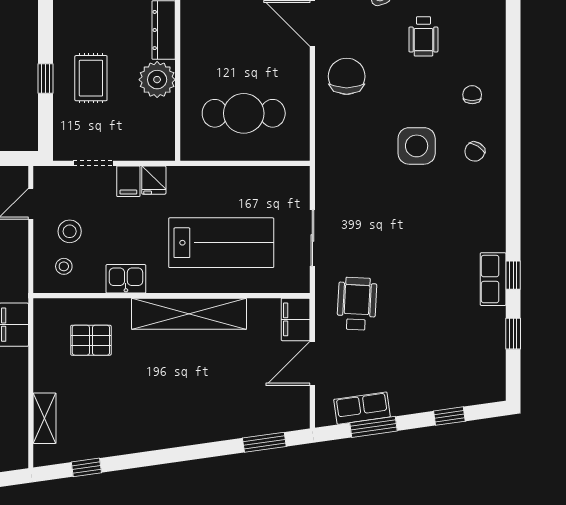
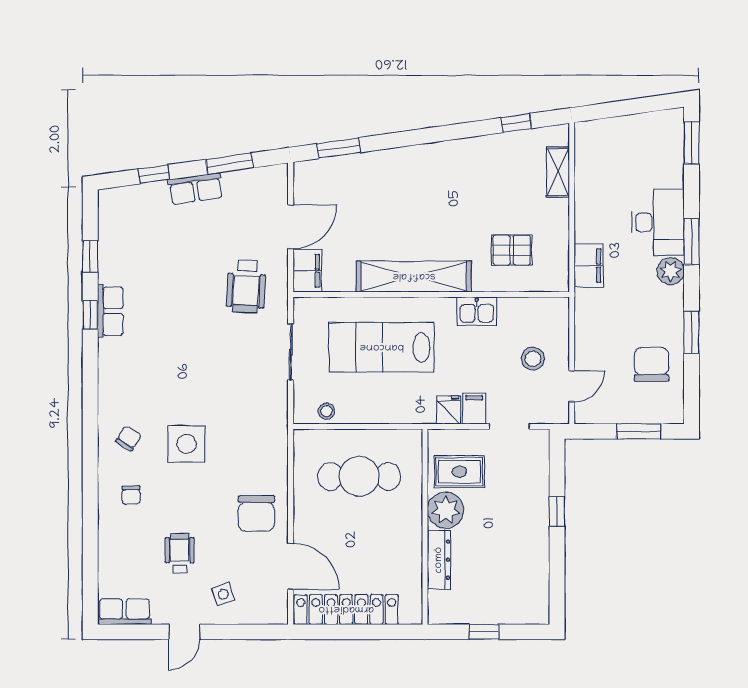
rug: (91, 78) -> (459, 472), moved, turned 90
stool: (64, 266) -> (326, 411), moved
row of seats: (362, 408) -> (195, 189), moved

